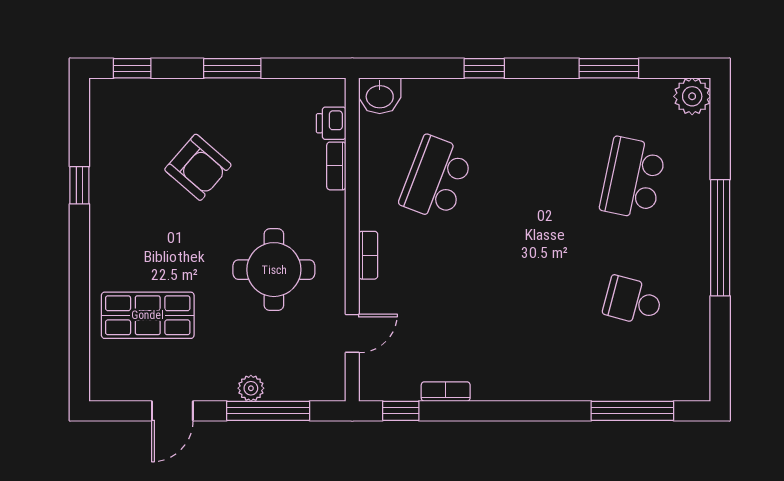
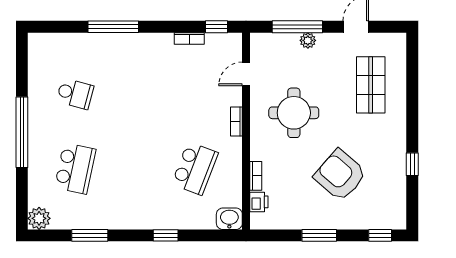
armchair: (198, 167) -> (340, 175), width x1.36, depth x1.36
shop shelf: (148, 315) -> (371, 85), turned 90
window: (632, 411) -> (113, 27), moved

